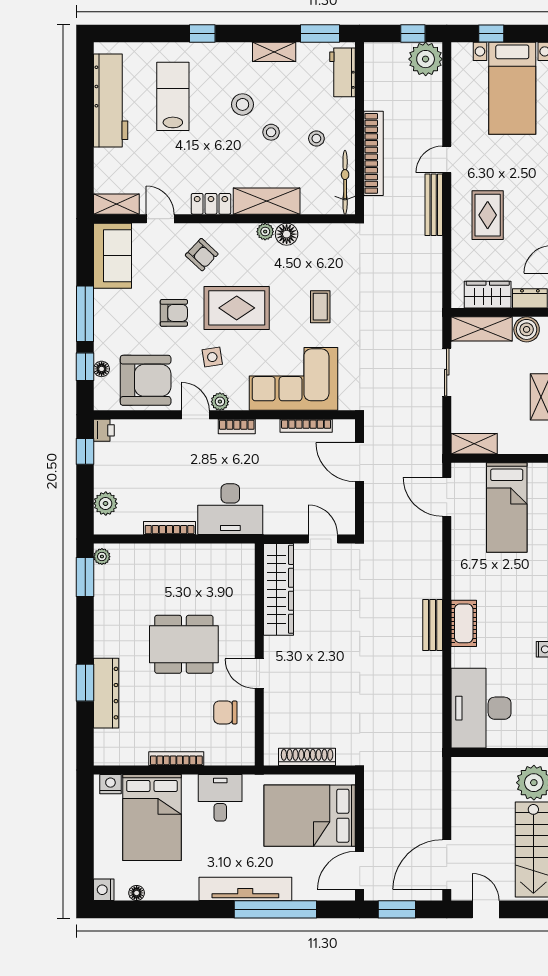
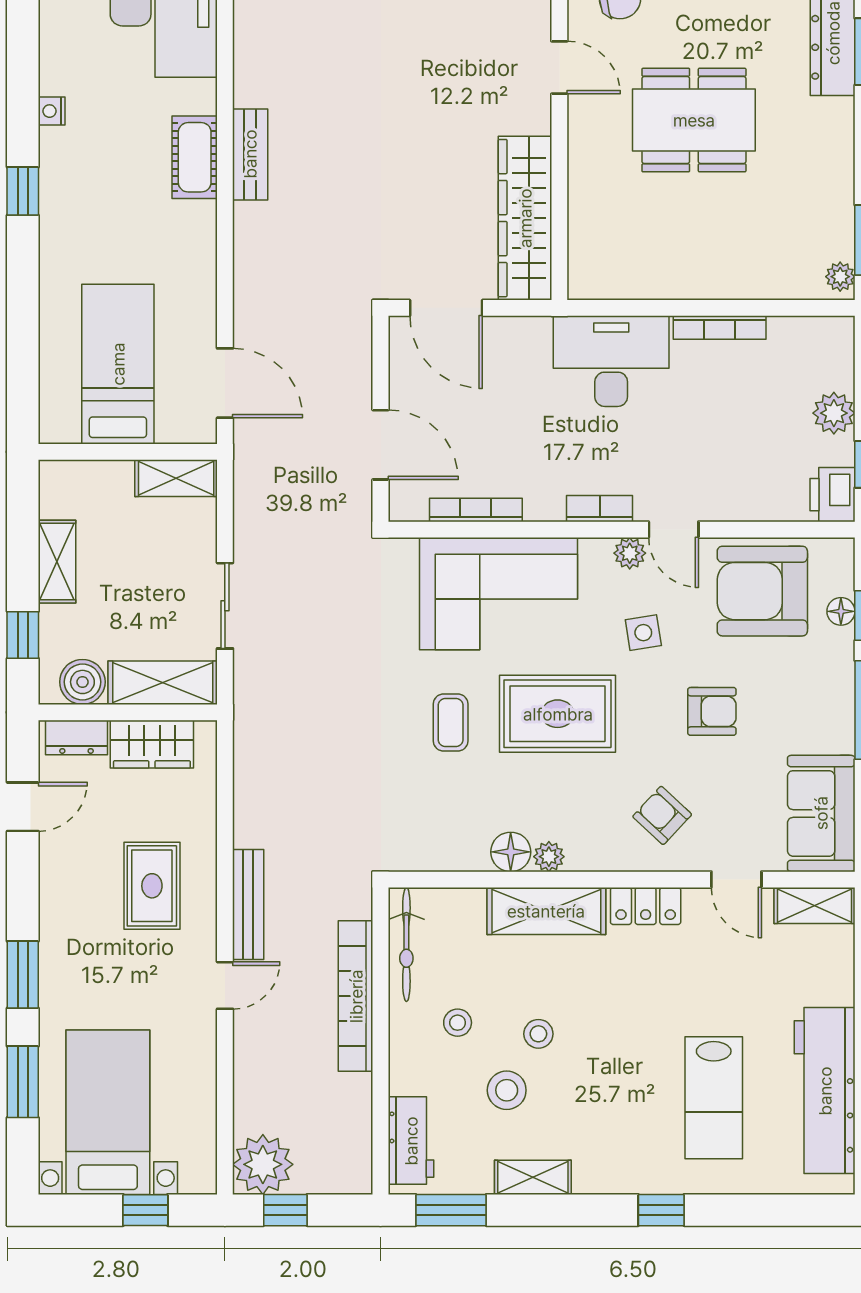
stool: (243, 104) -> (507, 1090), moved
rug: (237, 308) -> (558, 714), moved
armchair: (174, 313) -> (712, 711), turned 180
printer: (104, 430) -> (832, 495), width x1.36, depth x1.24
plant: (106, 503) -> (834, 413), moved
door: (323, 539) -> (446, 308), width x1.38

